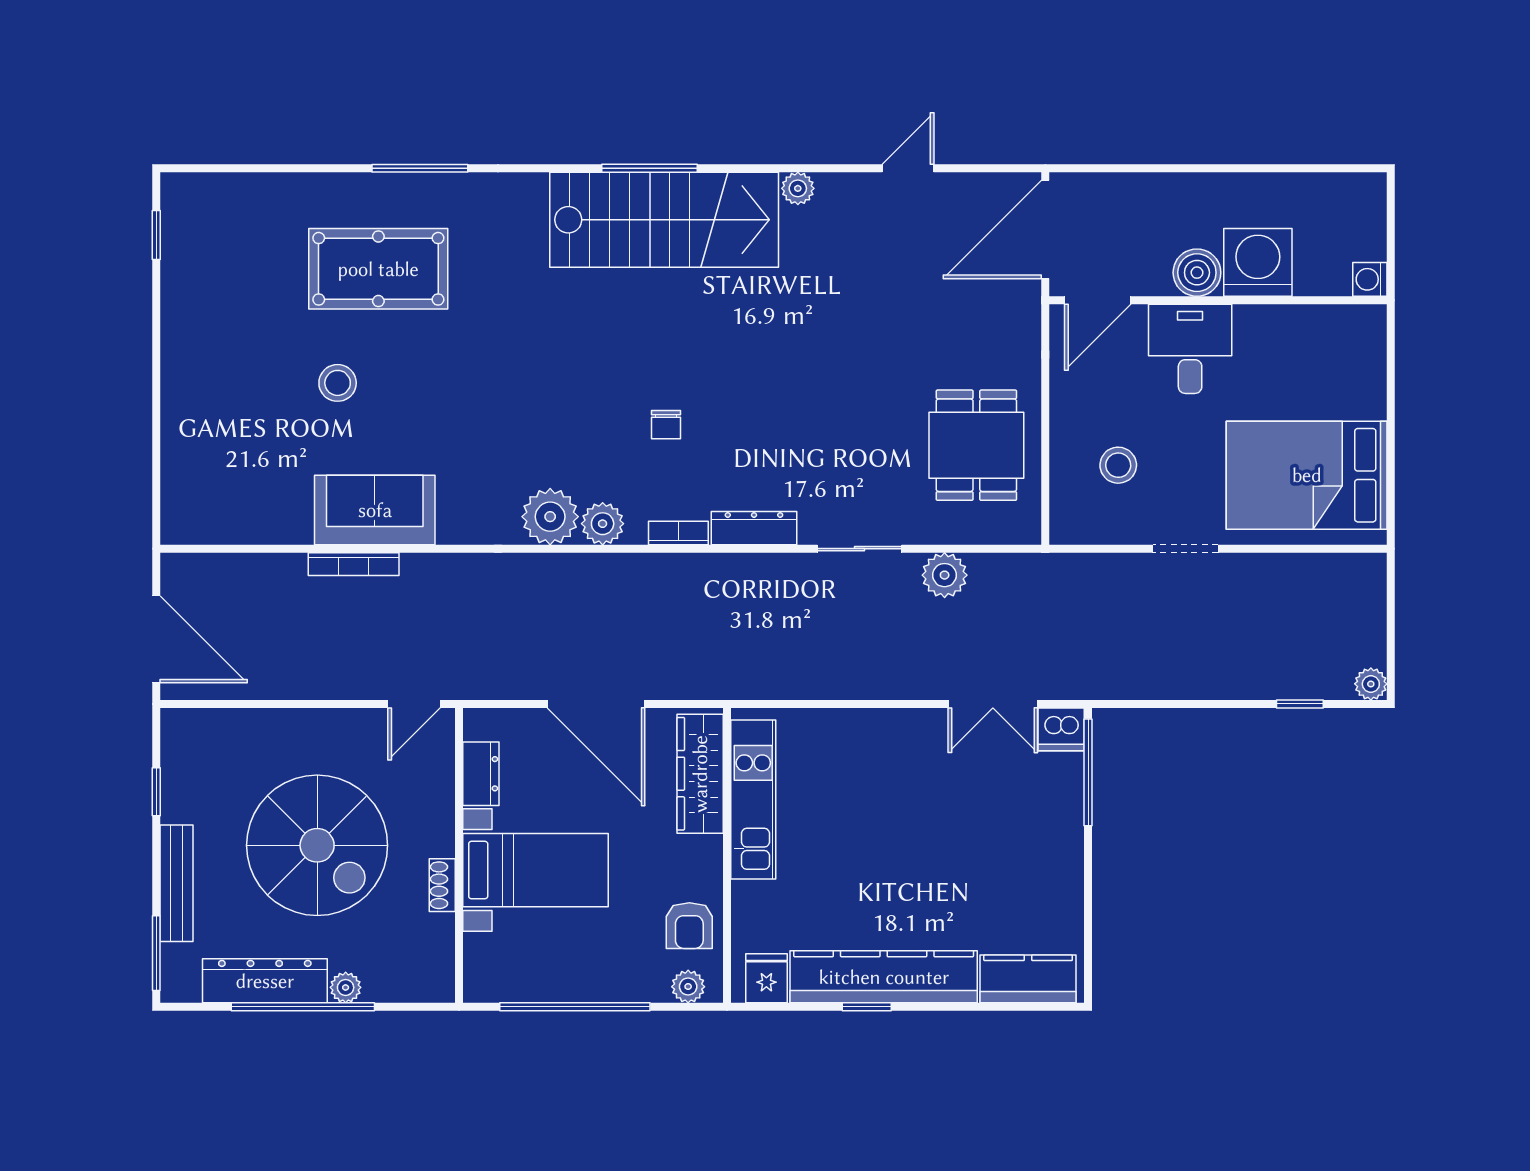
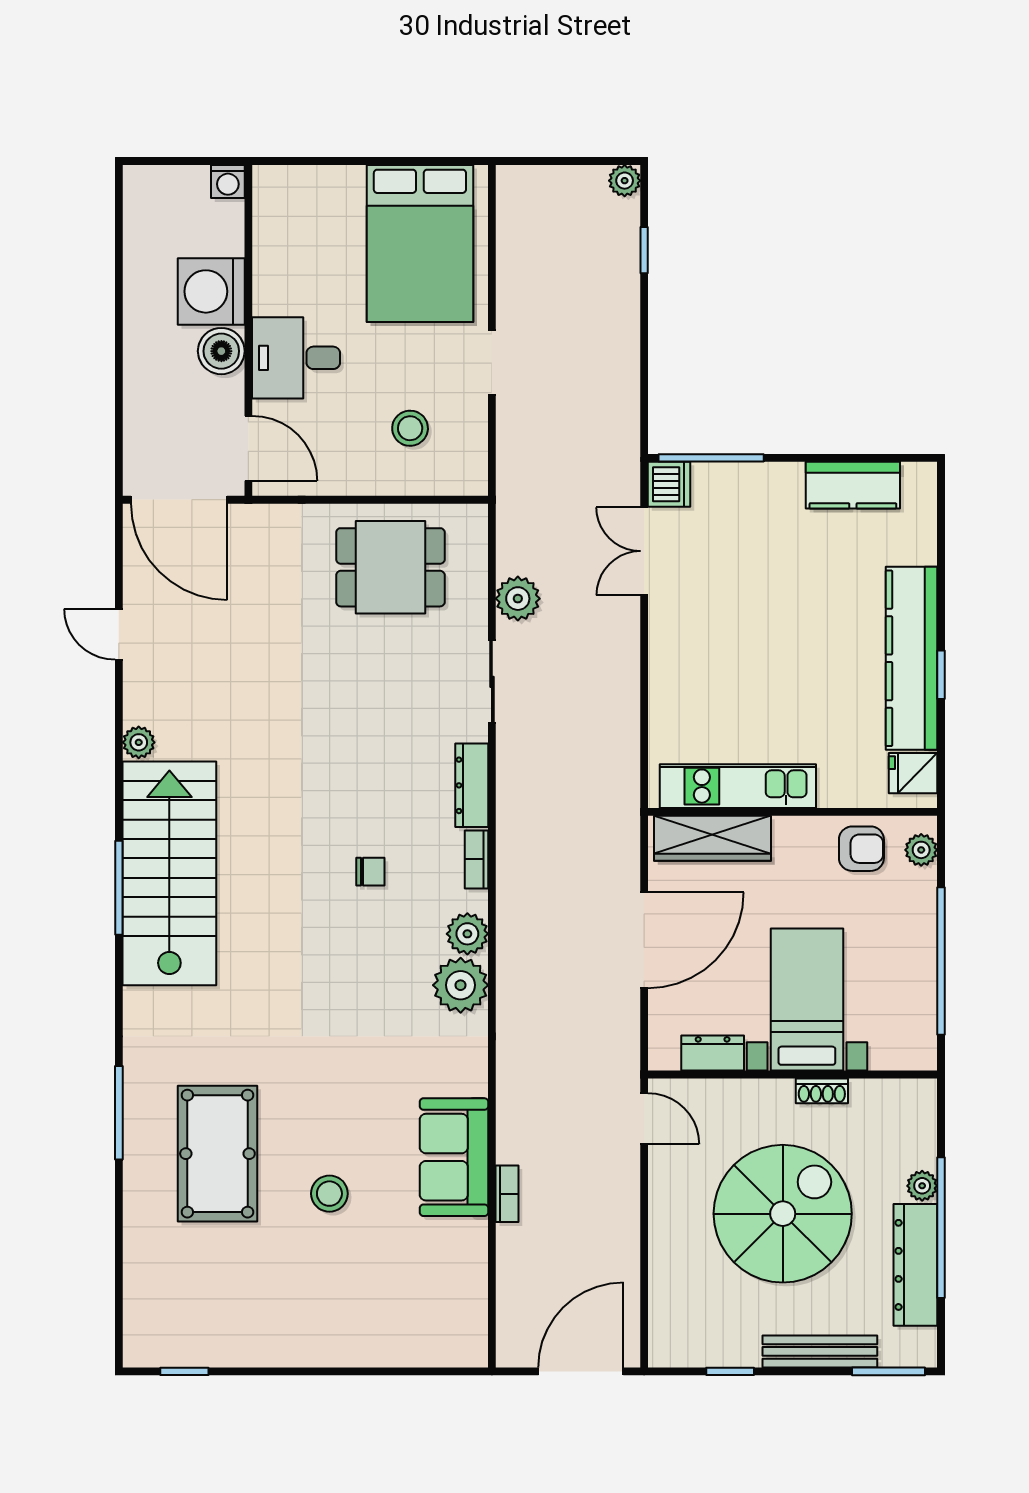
bookcase: (354, 564) -> (507, 1194), width x0.64
double door: (993, 704) -> (644, 551), swing flipped
kitchen counter: (1028, 979) -> (853, 485), moved, turned -90

